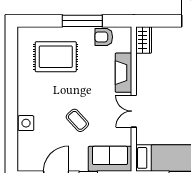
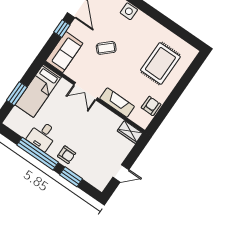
window: (82, 21) -> (172, 99), removed
double door: (134, 111) -> (86, 91), swing flipped

